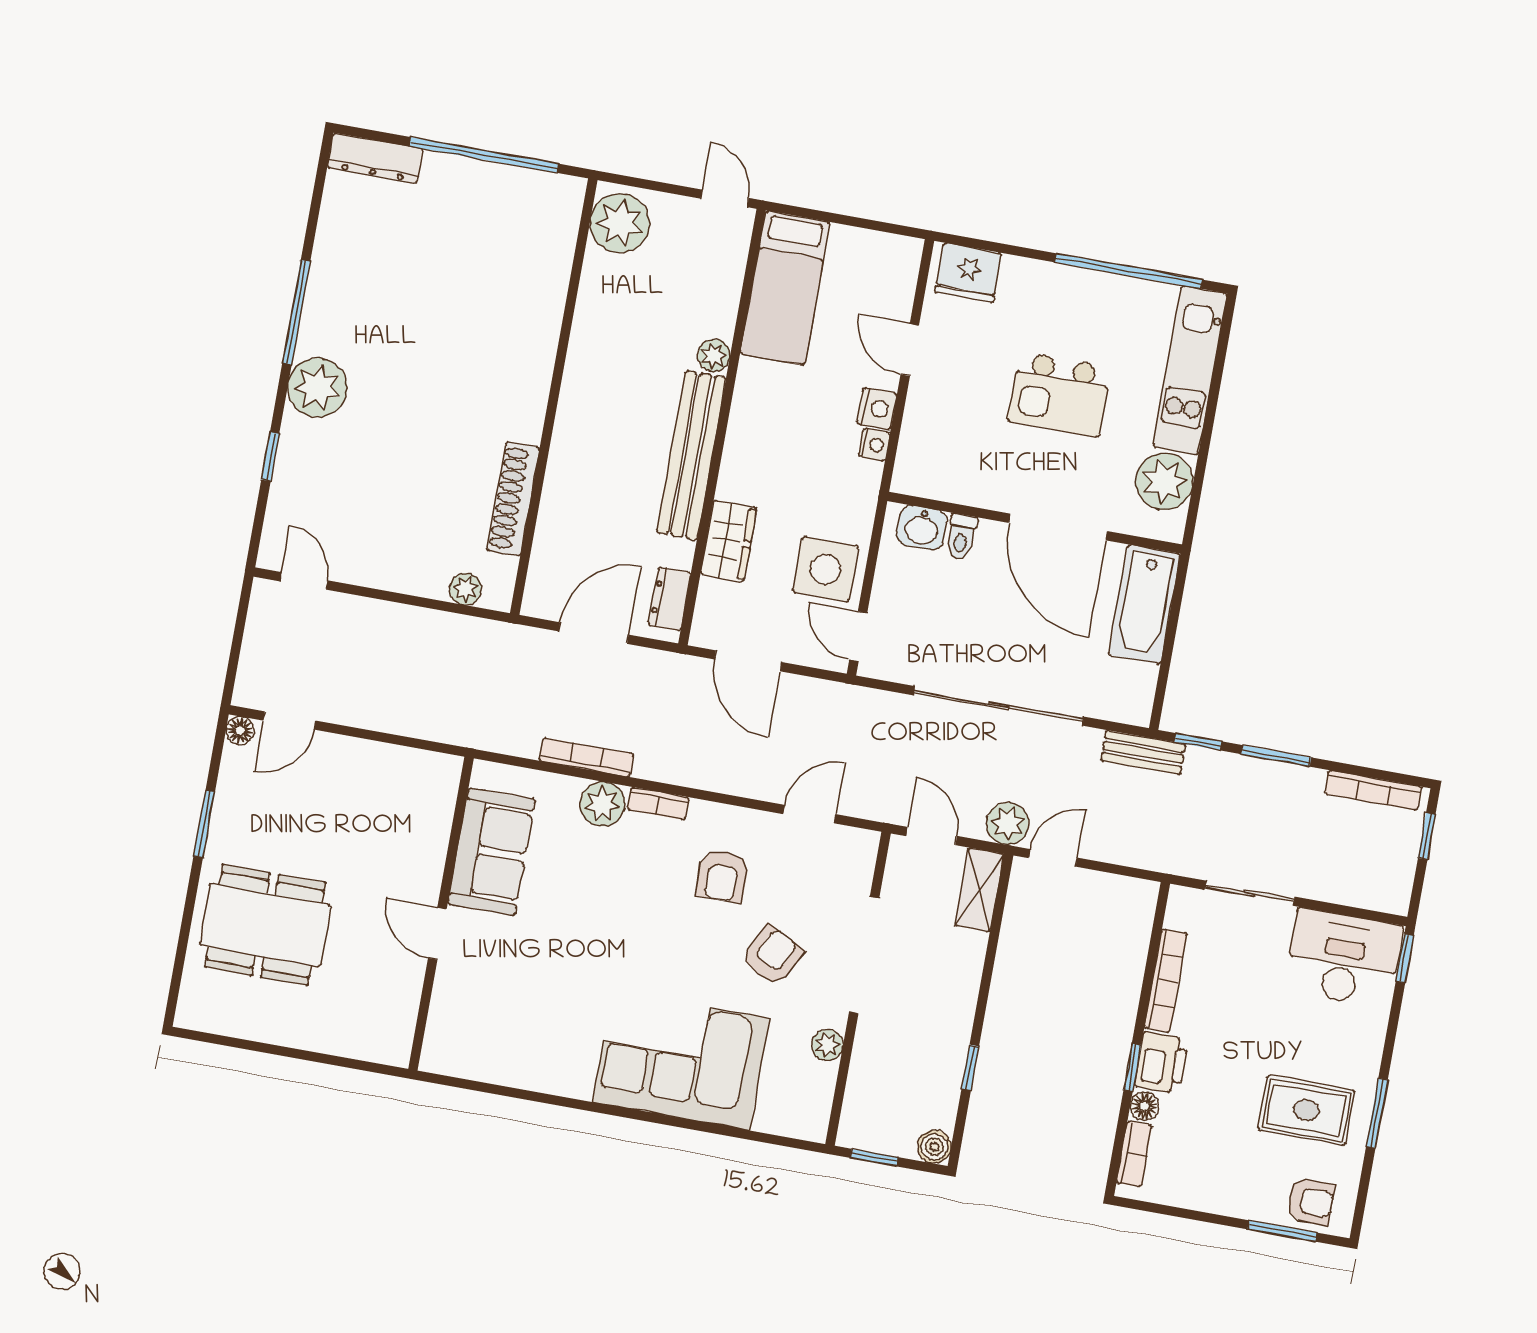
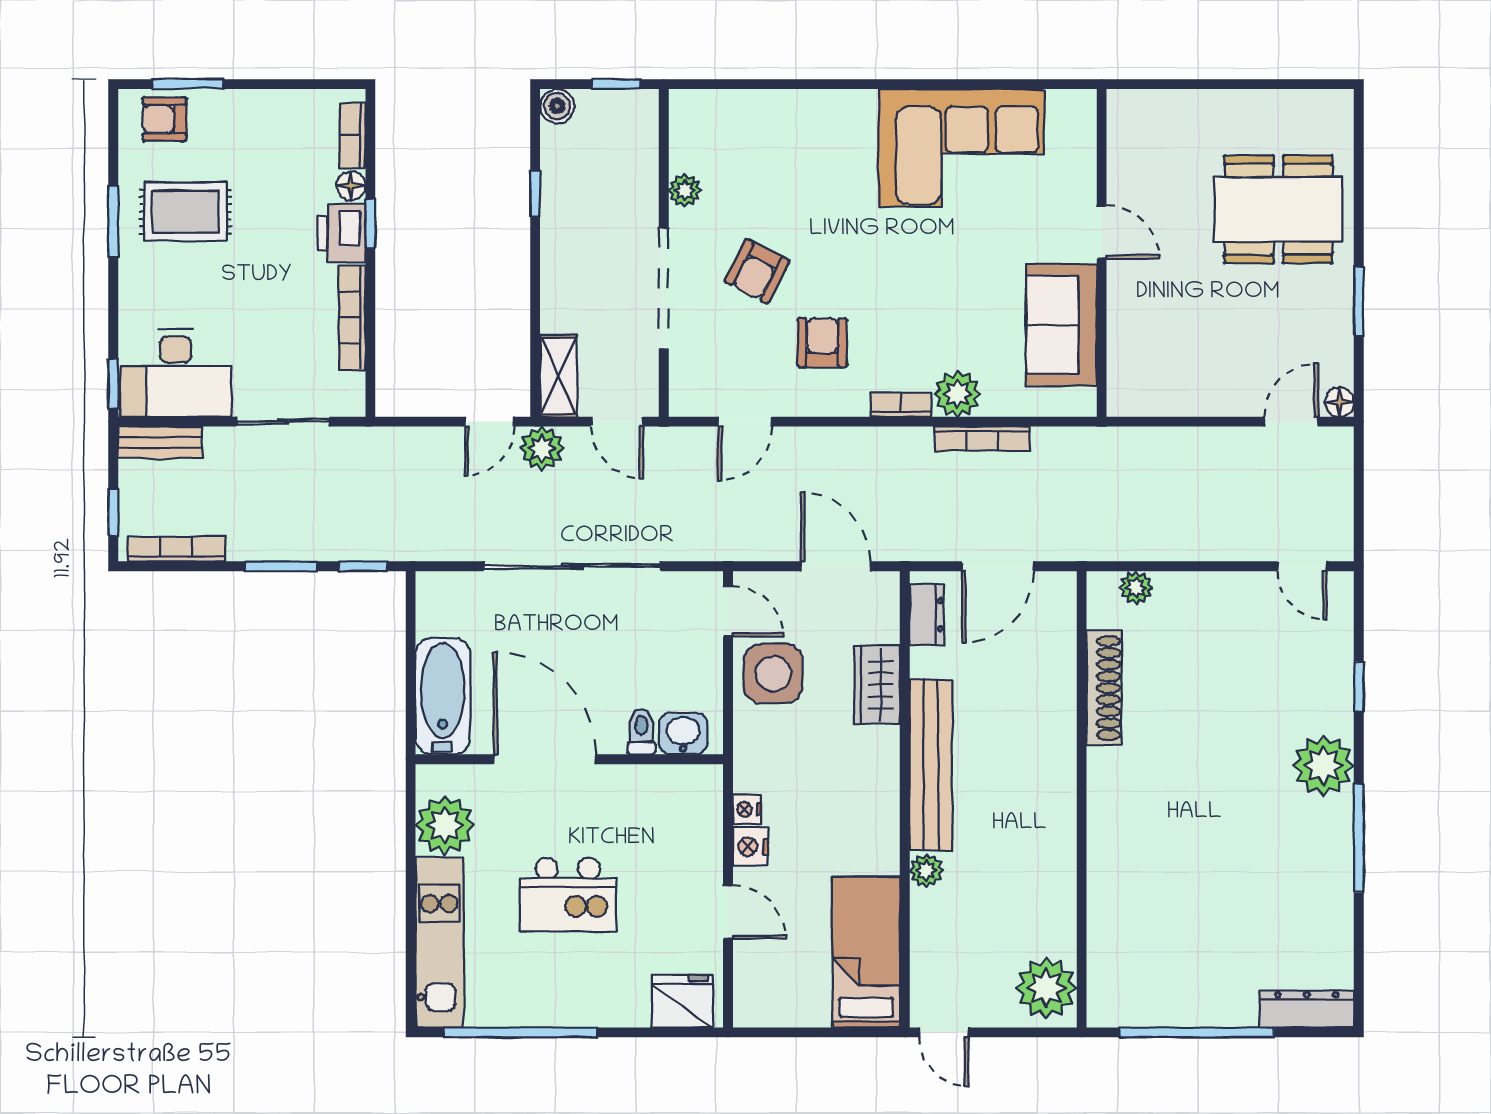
kitchen island: (1059, 394) -> (568, 895), turned 180
bench: (1143, 752) -> (160, 442), moved
corner sofa: (681, 1060) -> (961, 148), moved

